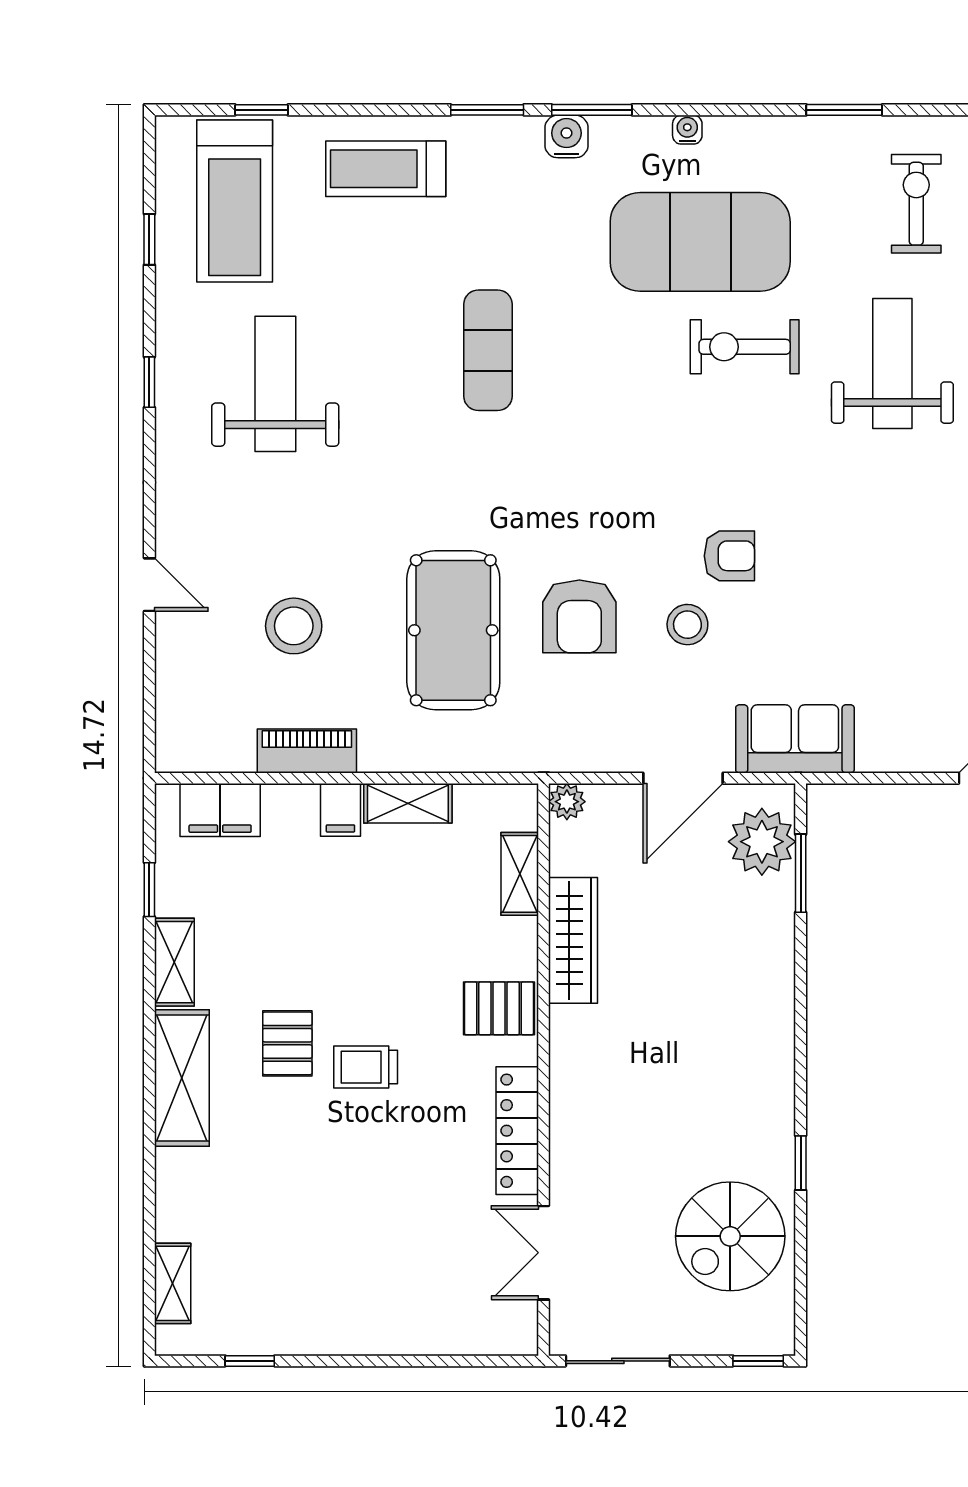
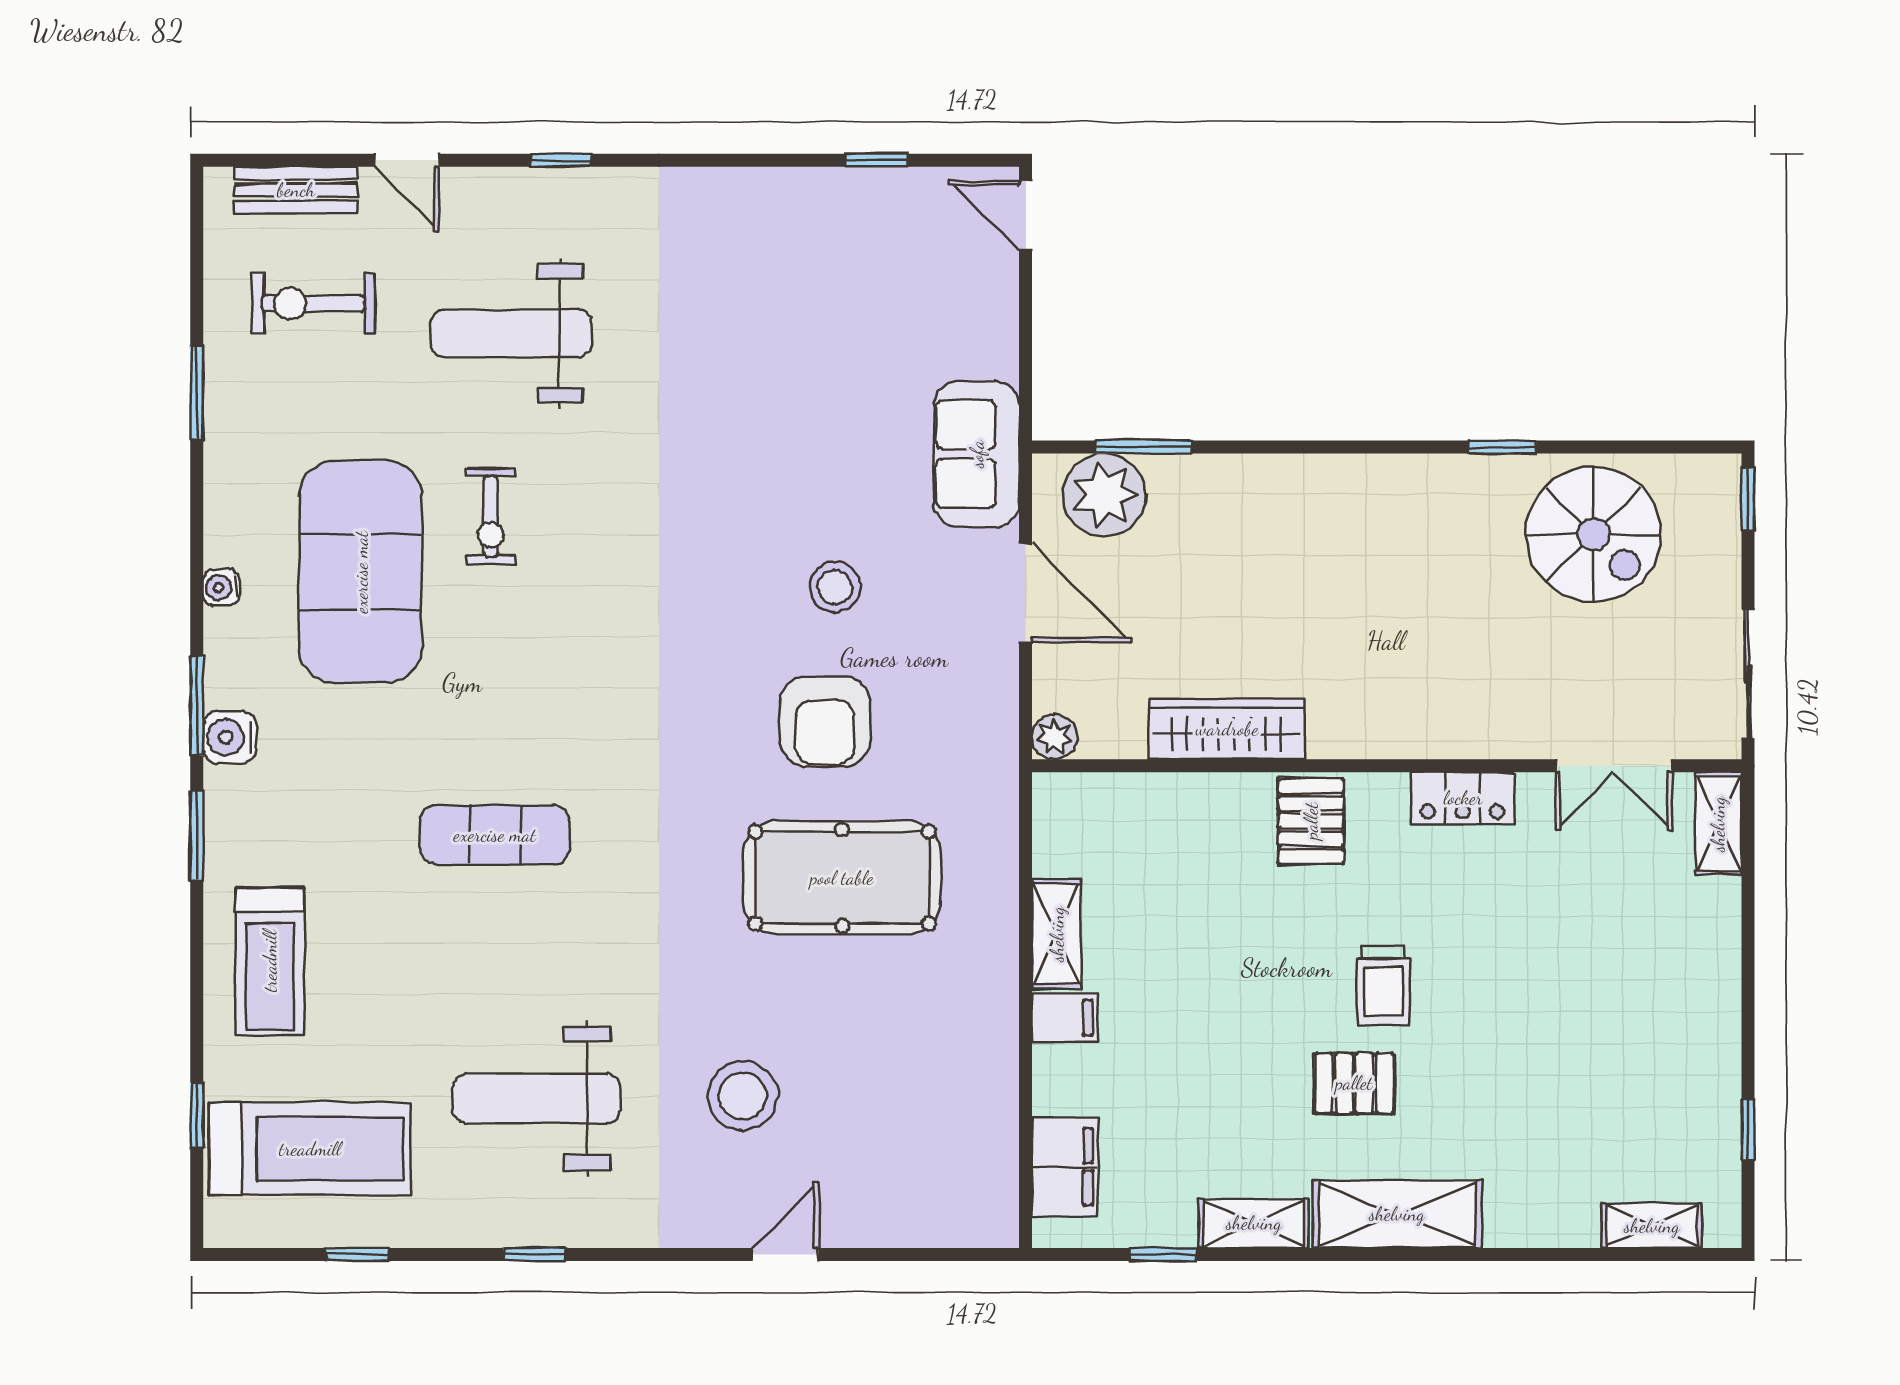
exercise bike: (745, 347) -> (491, 516), width x0.73, depth x0.72
armchair: (729, 556) -> (750, 535), removed
armchair: (579, 616) -> (825, 721), turned 90
stool: (294, 626) -> (743, 1096), moved
piano: (307, 751) -> (992, 1059), removed
shelving: (520, 874) -> (1718, 824), moved, turned 90
locker: (517, 1131) -> (1463, 798), width x0.66

